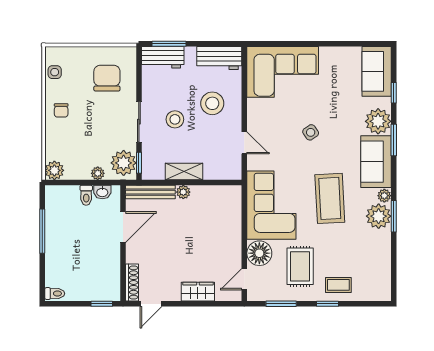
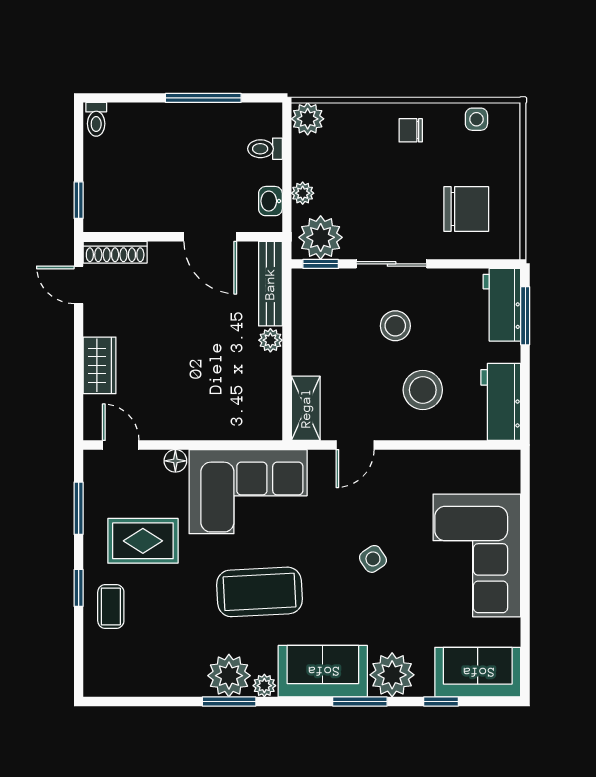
corner sofa: (283, 72) -> (477, 555), moved
shelving: (184, 171) -> (306, 408), moved
toilet: (86, 195) -> (265, 149), moved
floor lamp: (259, 253) -> (175, 461), width x0.53, depth x0.53

